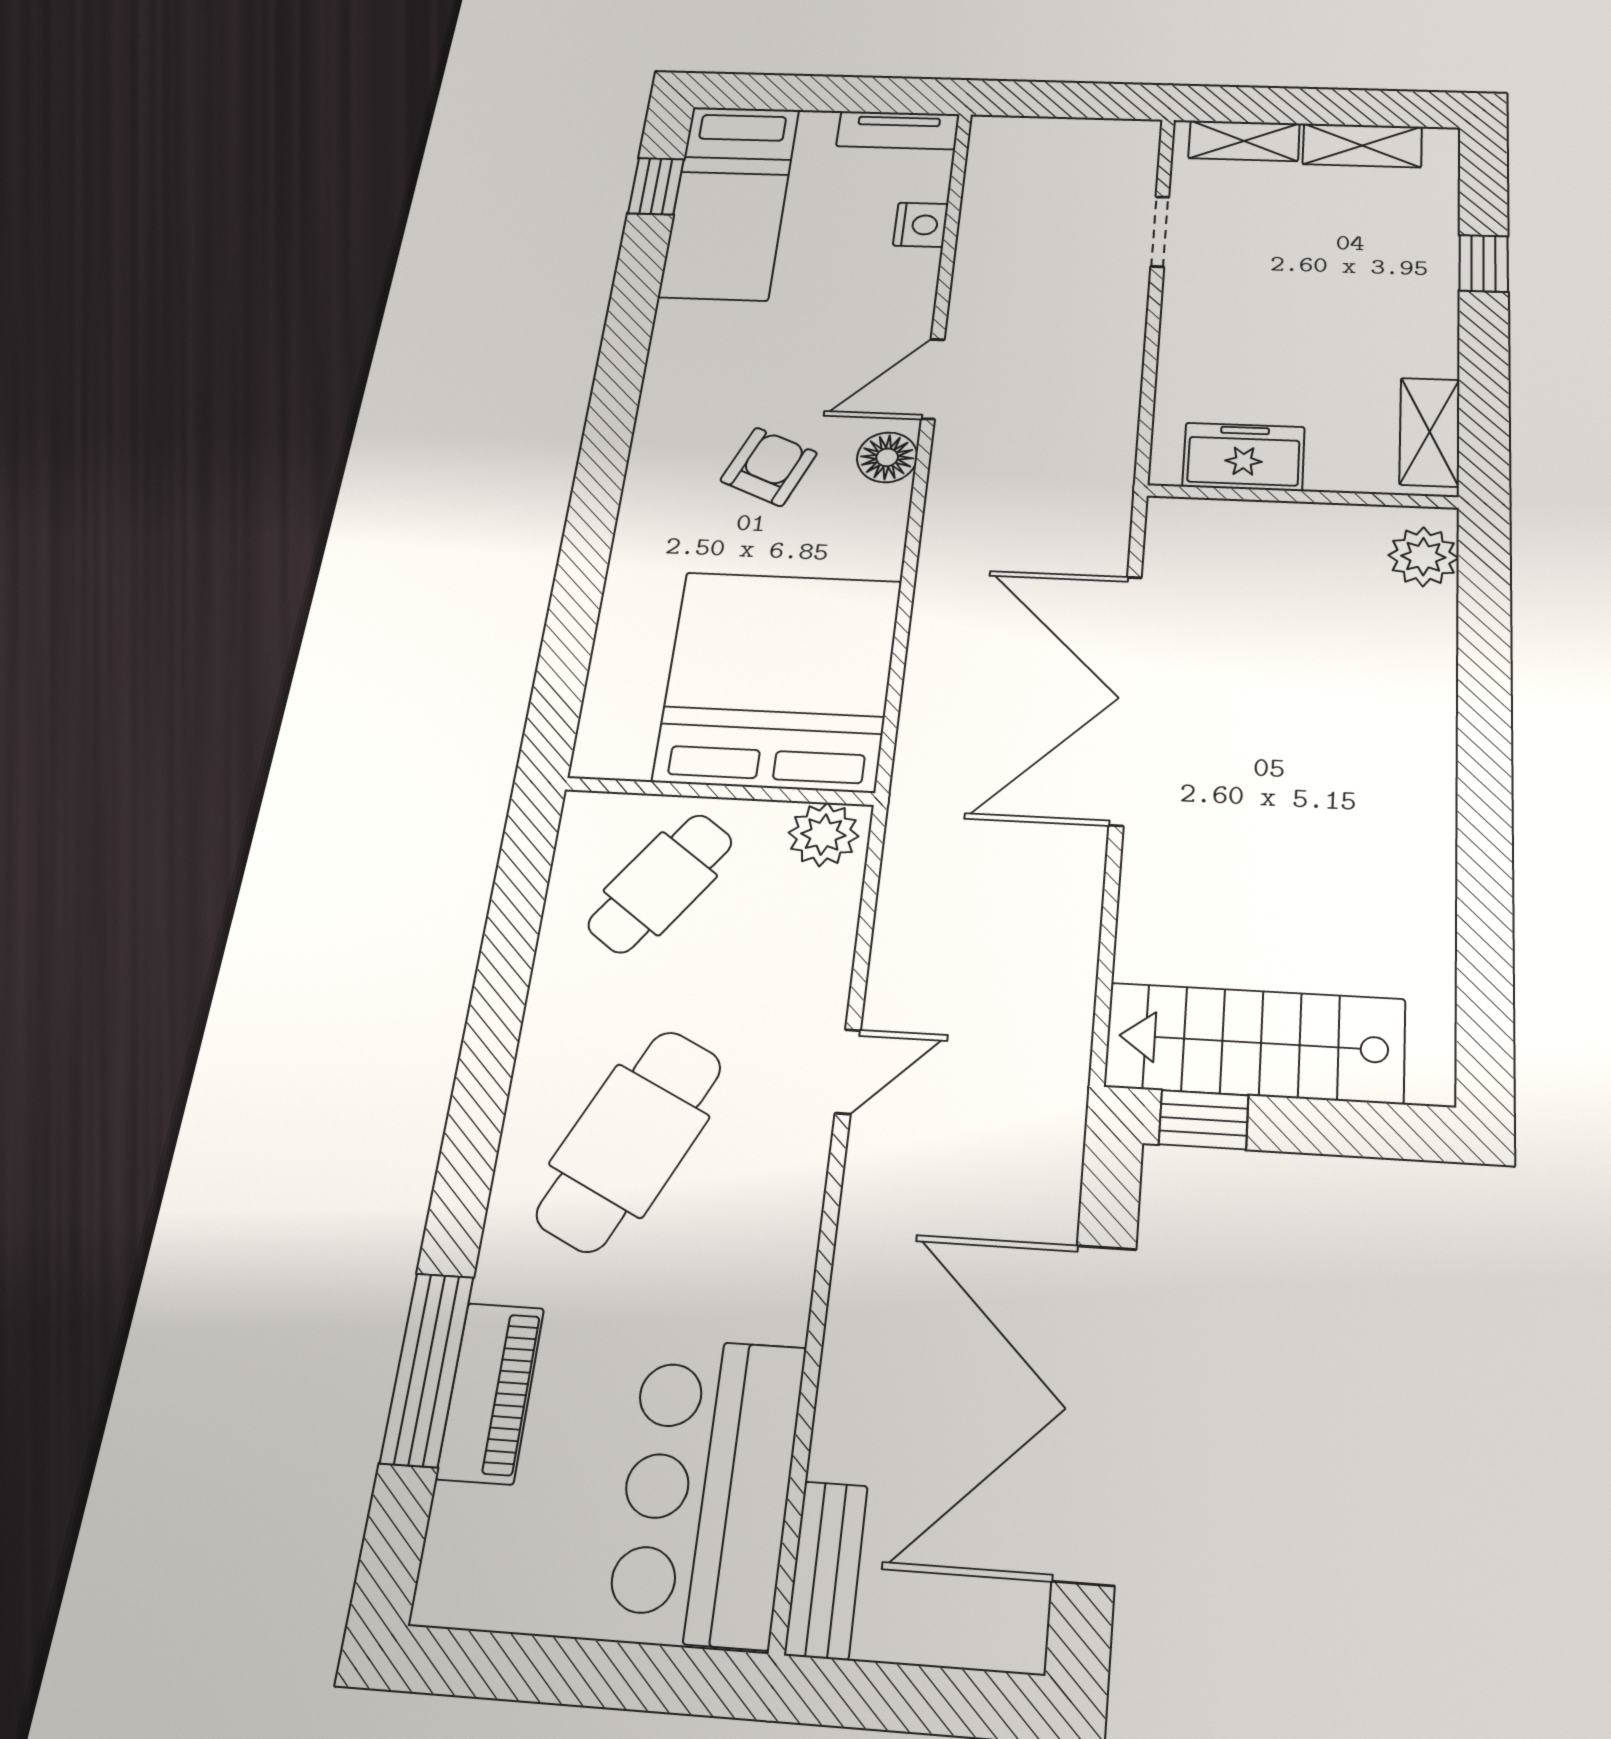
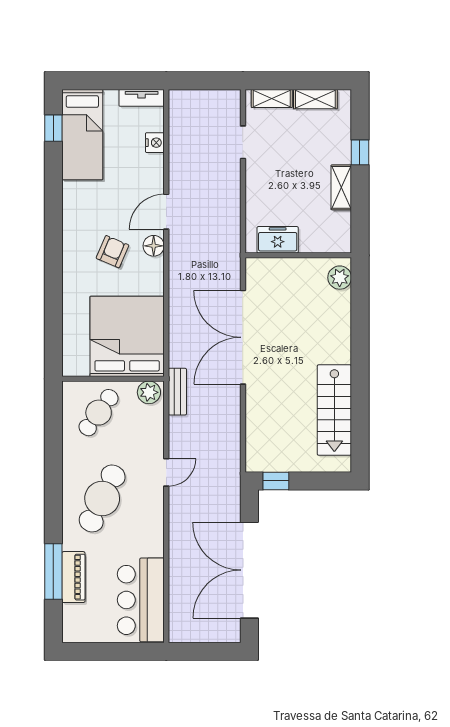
shelving: (1430, 432) -> (341, 187), moved
stairs: (1255, 1043) -> (334, 410), moved, turned -90
bench: (826, 1570) -> (177, 392), moved

